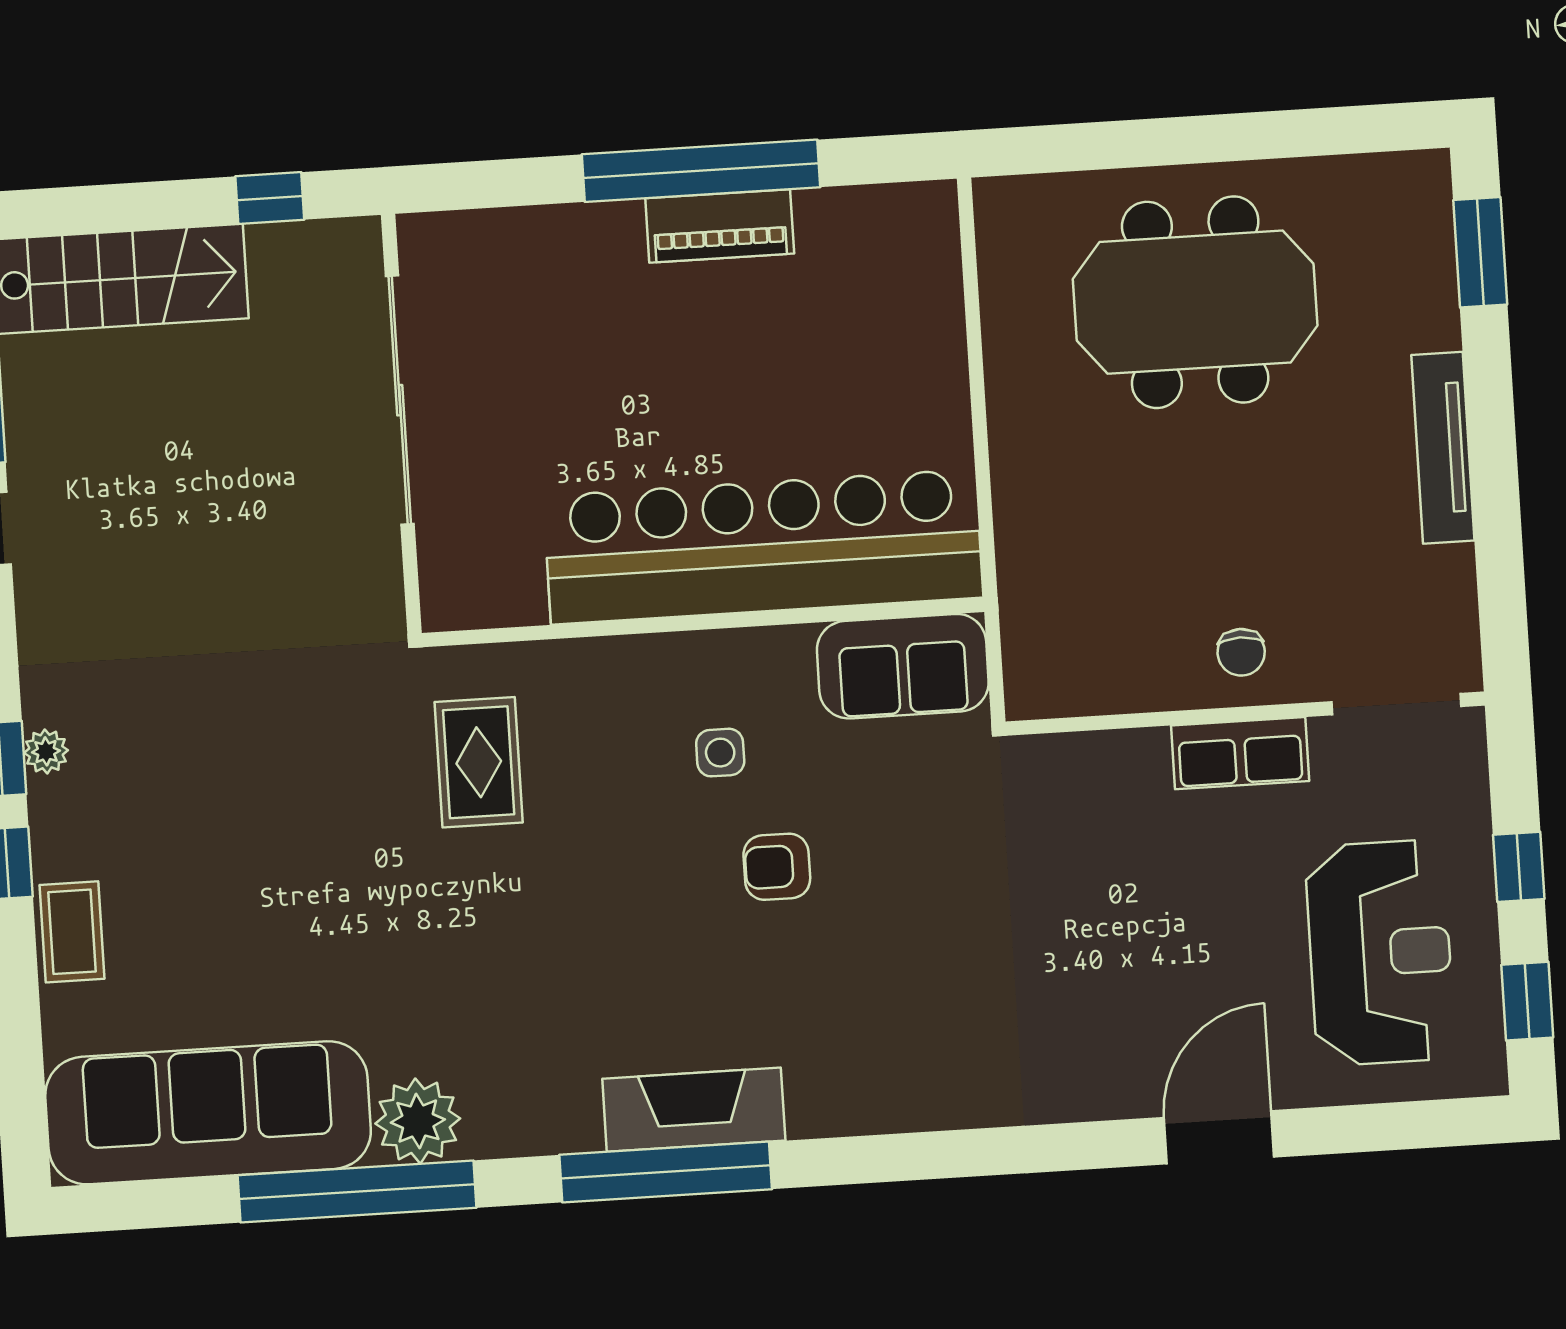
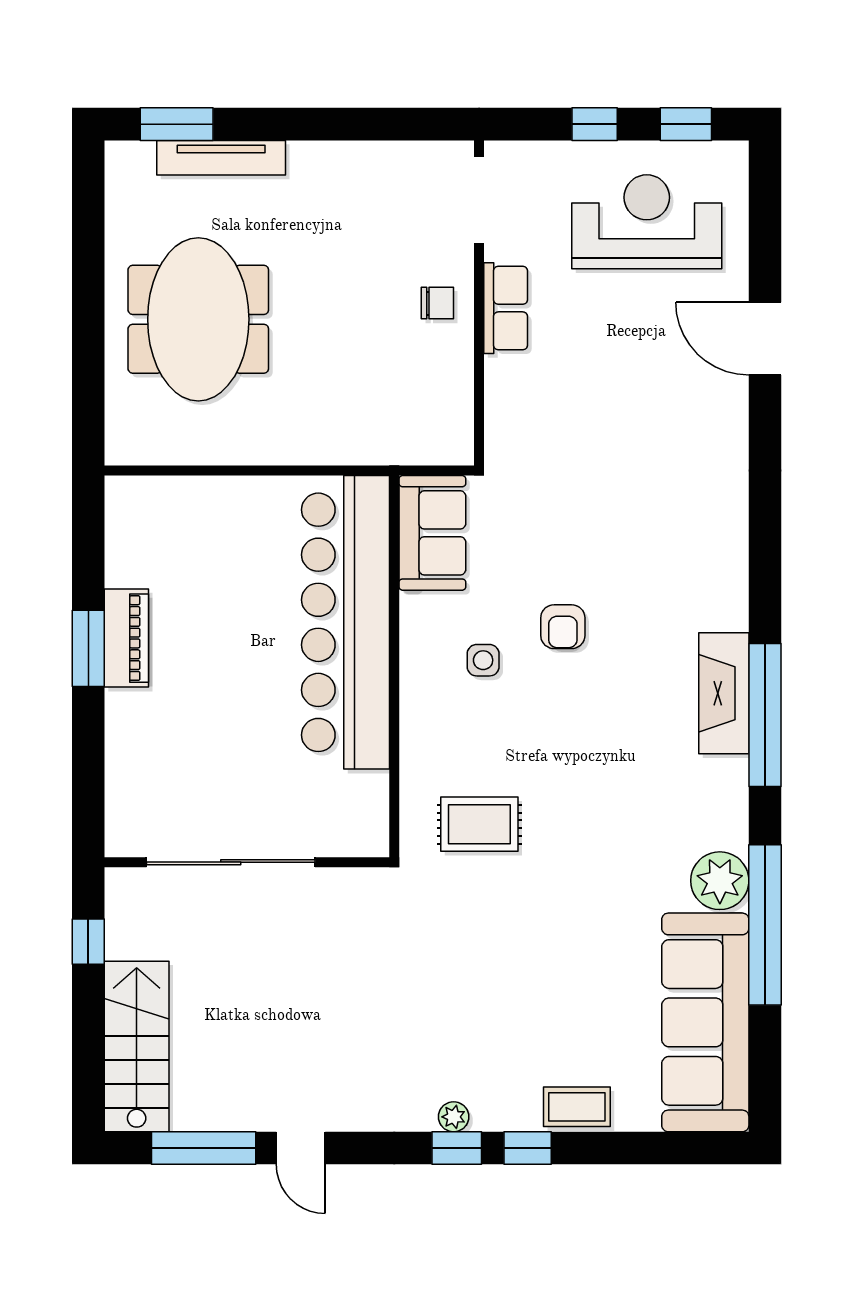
window: (701, 171) -> (88, 648), width x0.47
tv unit: (1443, 448) -> (221, 158), moved

